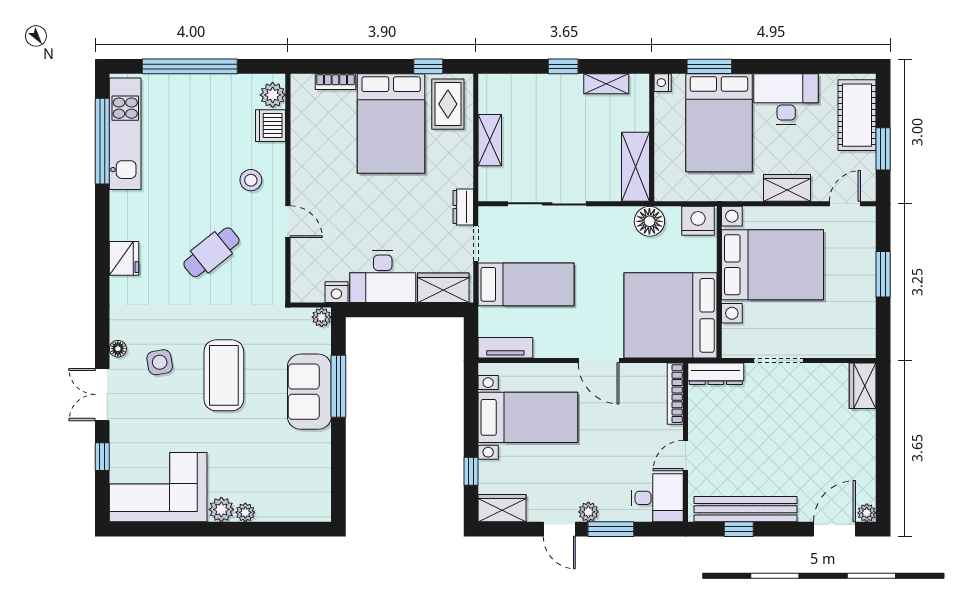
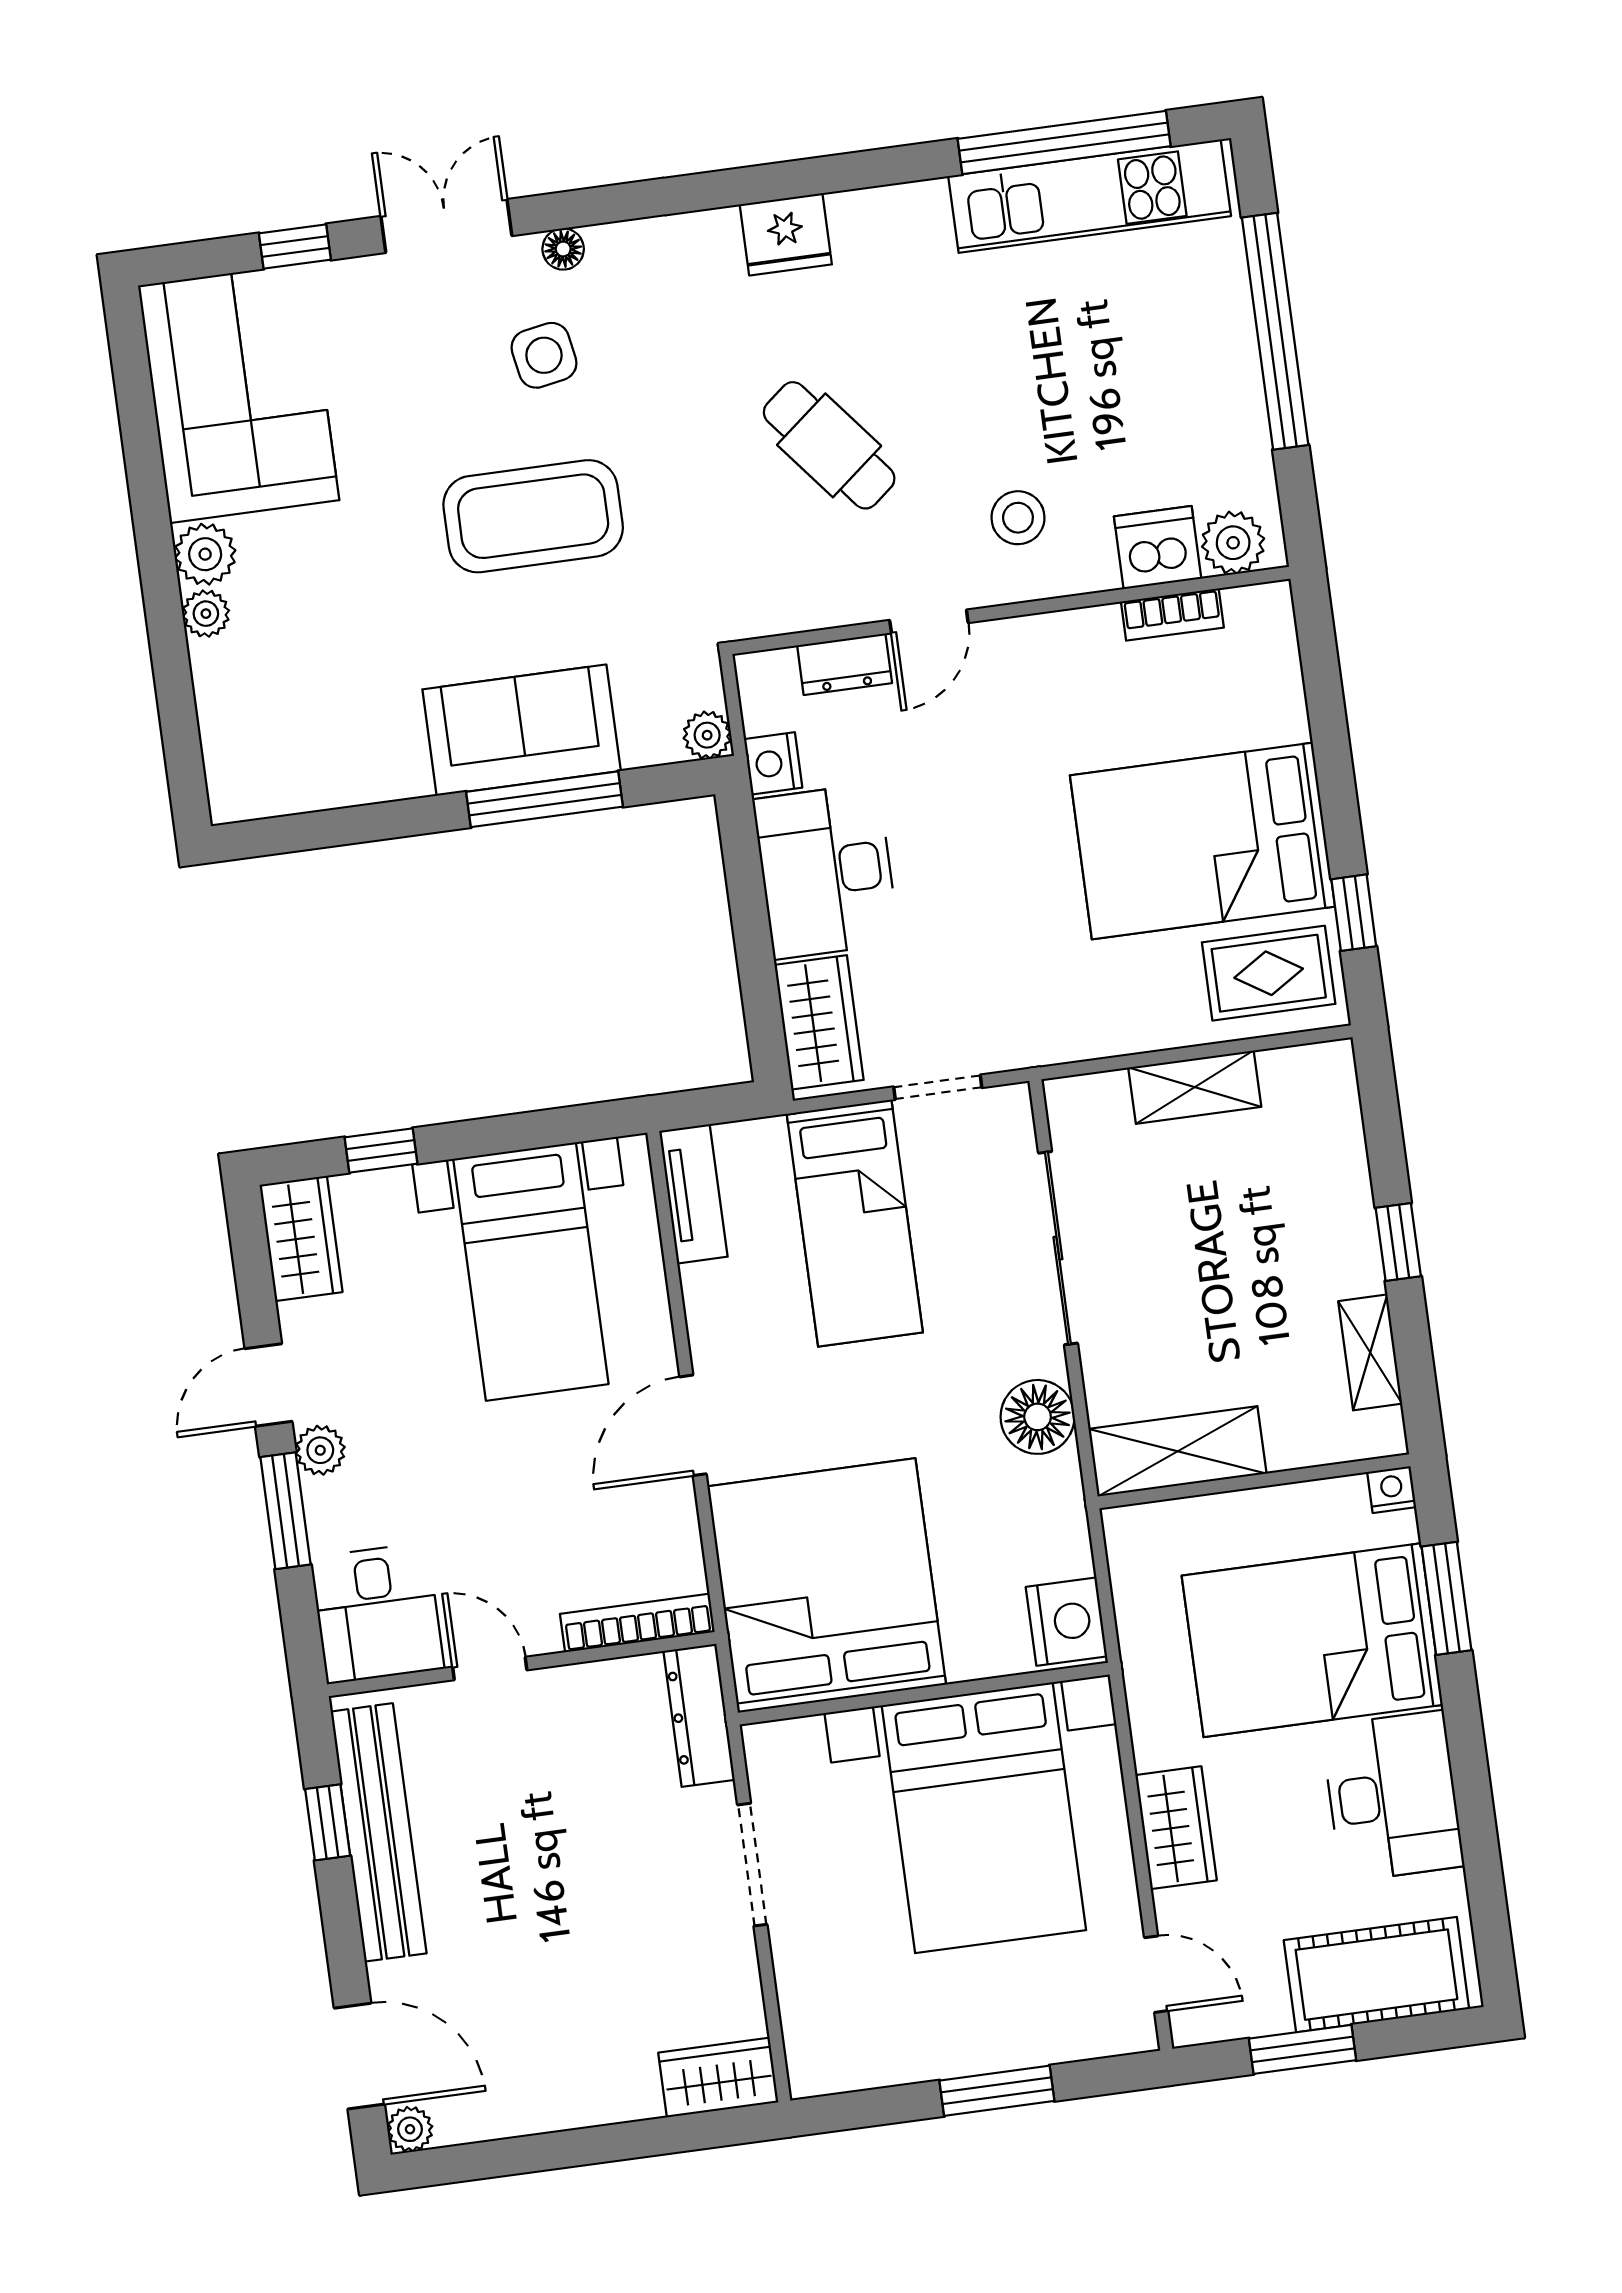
bookcase: (335, 82) -> (1172, 615), moved, turned -90
dresser: (463, 207) -> (845, 664), moved, turned 180
floor lamp: (649, 221) -> (1038, 1417), moved

